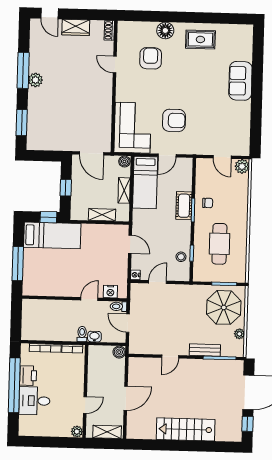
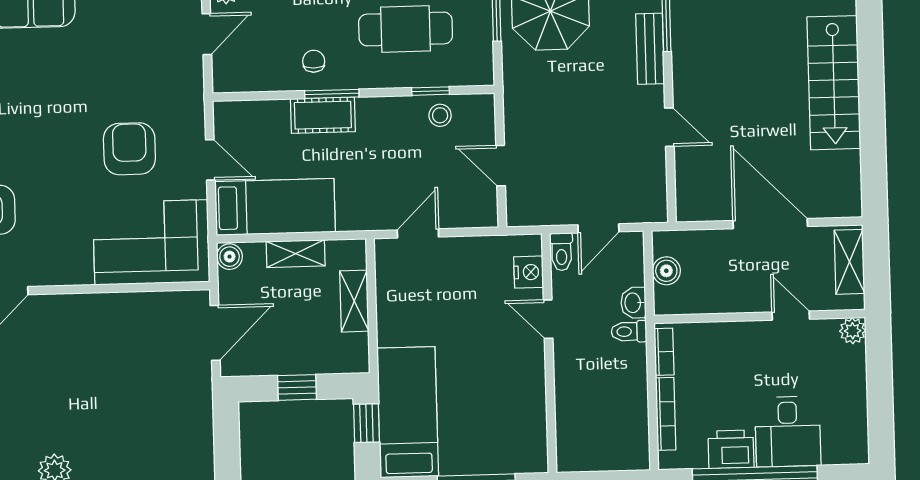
nightstand: (135, 275) -> (487, 217), removed
boiler: (119, 352) -> (666, 271), moved
door: (126, 398) -> (770, 224), width x1.36

